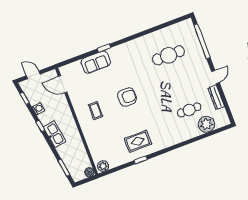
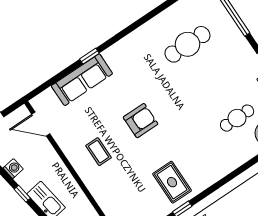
sofa: (96, 62) -> (82, 80), width x1.36
rug: (138, 141) -> (172, 182), turned 90

